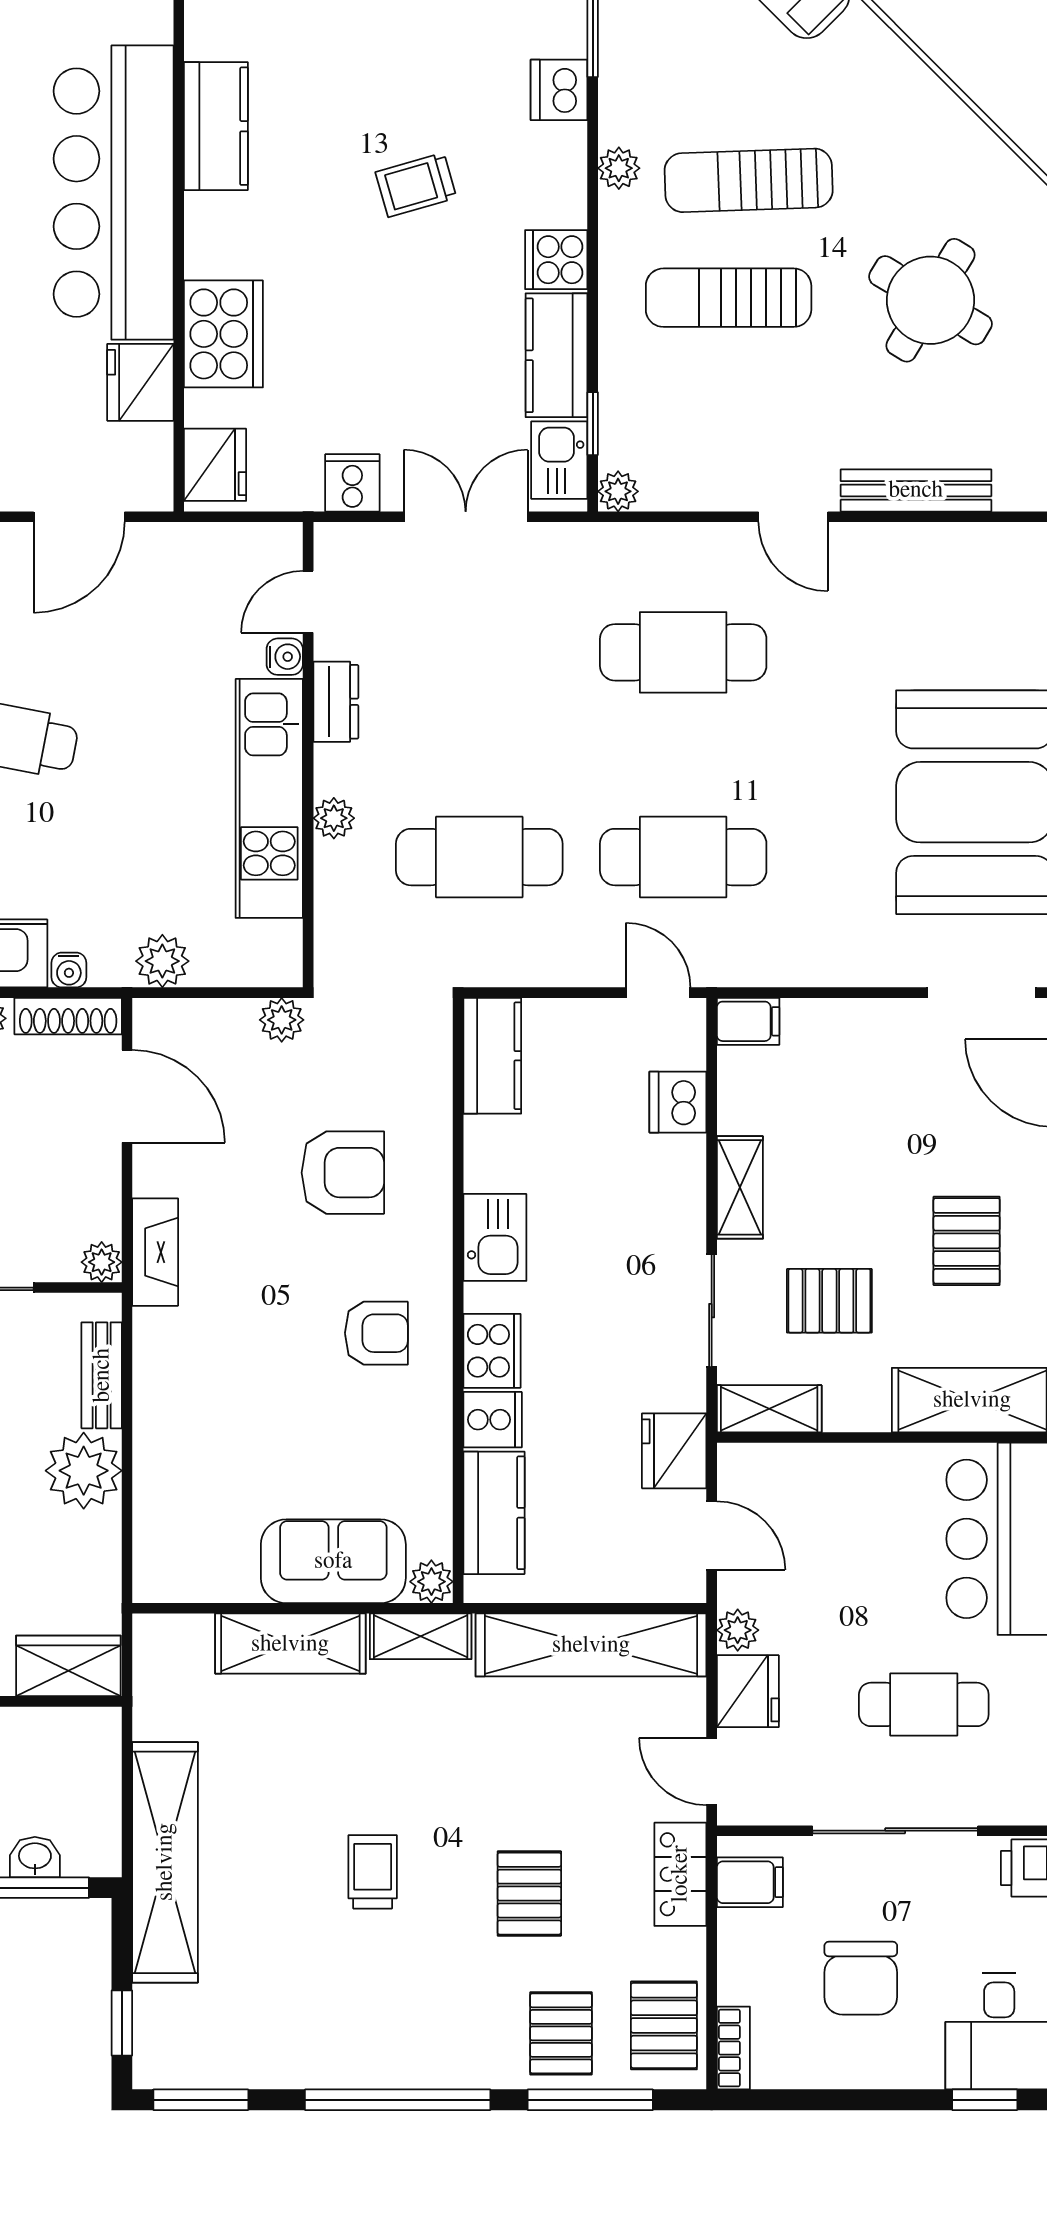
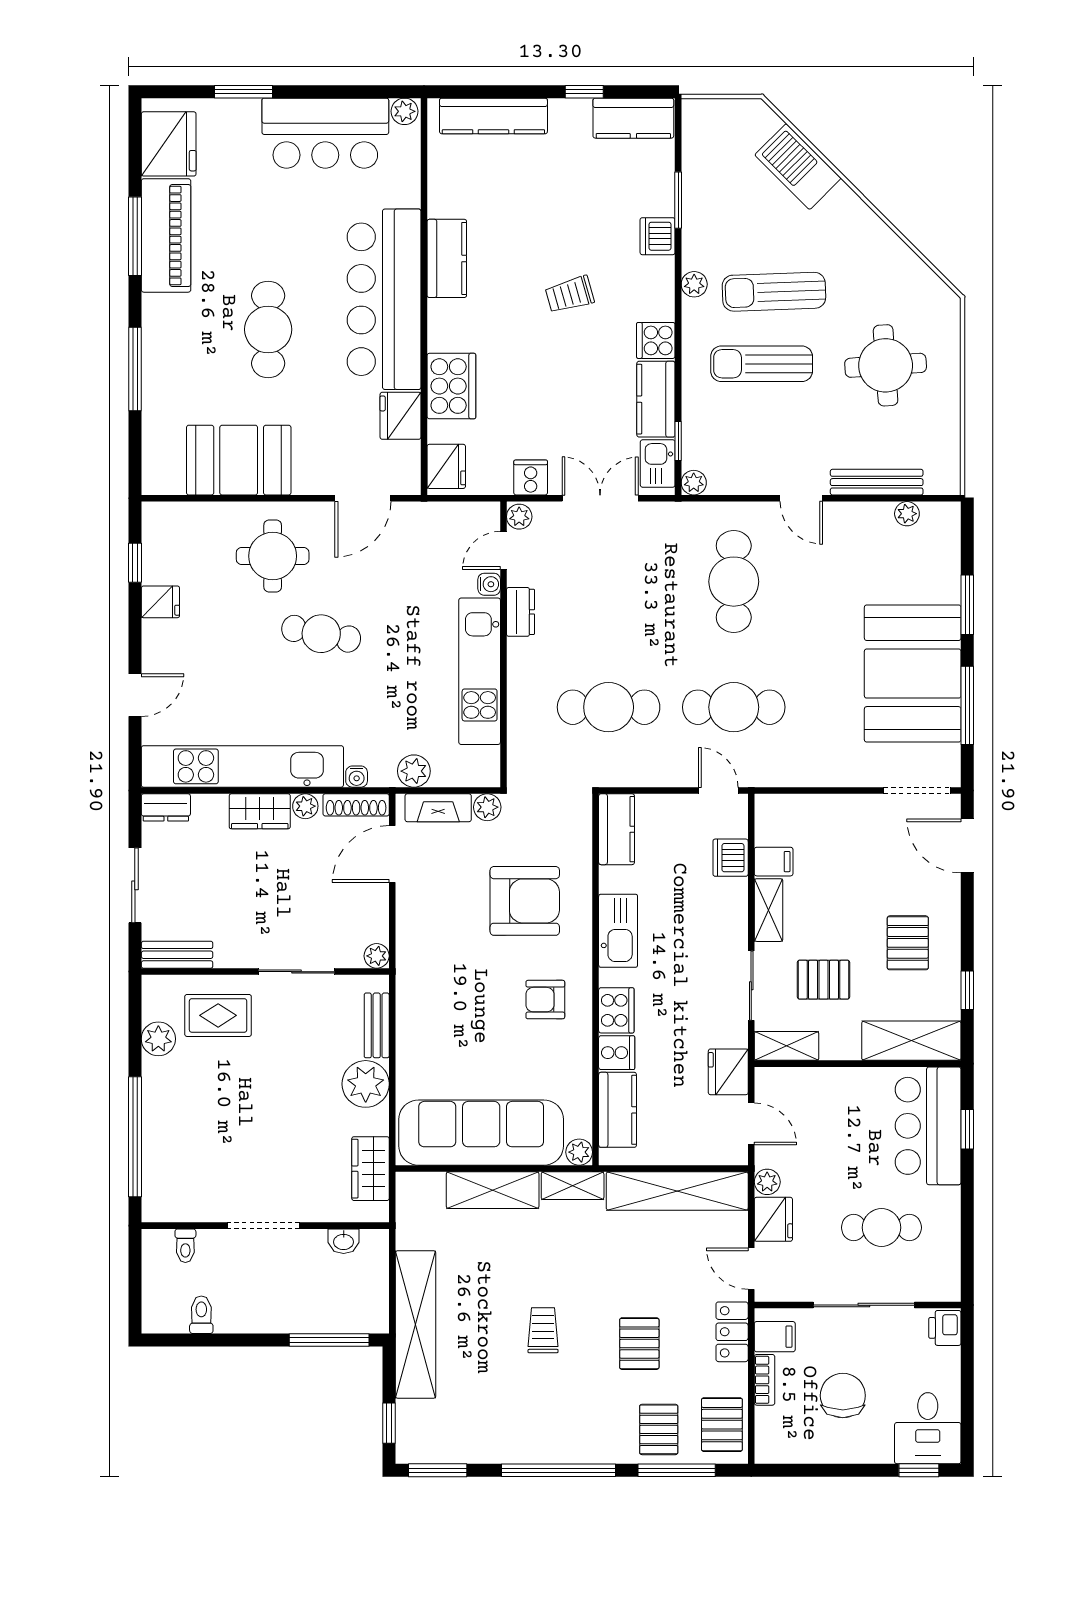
round table: (930, 300) -> (886, 365), turned -35
plant: (965, 542) -> (907, 514), added
cafe table: (683, 652) -> (734, 582), turned 90
plant: (334, 818) -> (519, 517), moved
filing cabinet: (748, 1021) -> (774, 862), moved
door: (127, 1096) -> (392, 854), swing flipped
armchair: (343, 1173) -> (525, 901), width x1.36, depth x1.36
kitchen sink: (495, 1237) -> (618, 931), width x1.38
fireplace: (155, 1252) -> (438, 808), moved, turned 90
armchair: (376, 1333) -> (545, 1000), turned 180
sofa: (333, 1561) -> (481, 1133), width x1.85, depth x1.27
wardrobe: (68, 1666) -> (370, 1169), moved, turned -90
washbasin: (35, 1857) -> (344, 1241), moved, turned 180
chair: (861, 1978) -> (843, 1396), turned 180
bookcase: (733, 2048) -> (765, 1380), moved

